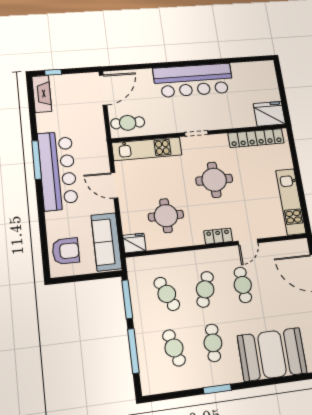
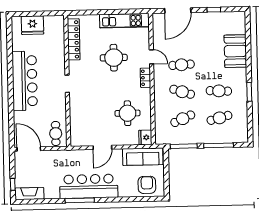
fridge: (269, 114) -> (32, 25), moved, turned -90
kitchen unit: (147, 149) -> (77, 122), removed
round table: (214, 180) -> (114, 58), moved
booth: (272, 354) -> (235, 51), width x0.73, depth x0.70

